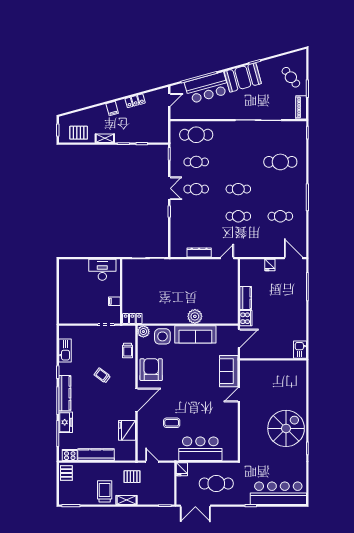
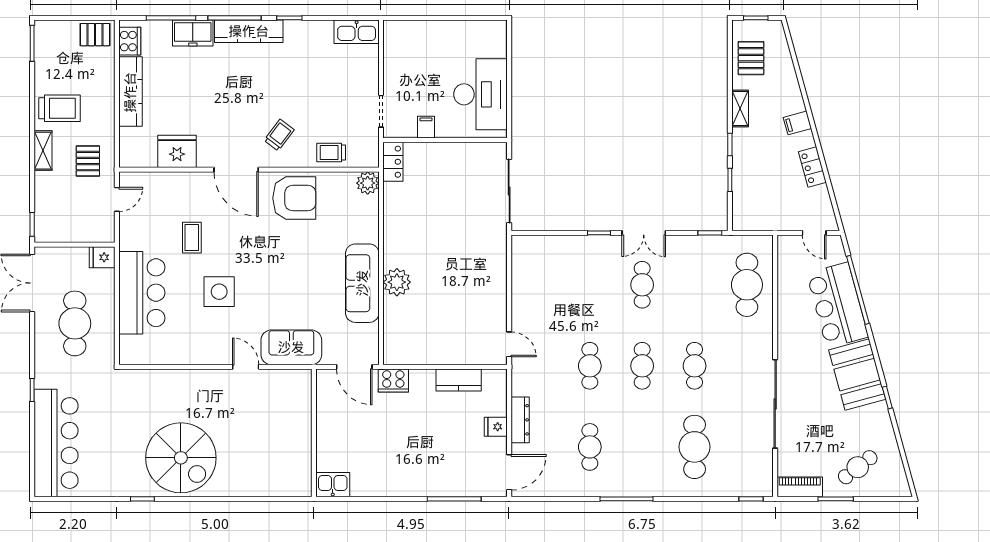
cafe table: (196, 162) -> (695, 366), moved
dresser: (199, 252) -> (520, 420), moved
desk: (102, 270) -> (480, 94), width x1.36, depth x1.30
kitchen counter: (246, 298) -> (459, 380), moved
side table: (162, 336) -> (219, 292), moved
kitchen sink: (65, 350) -> (357, 32), moved
trolley: (102, 375) -> (279, 135), moved

